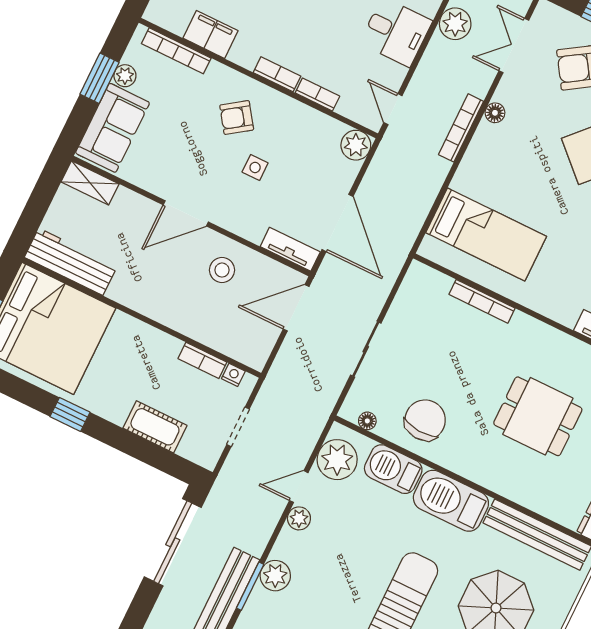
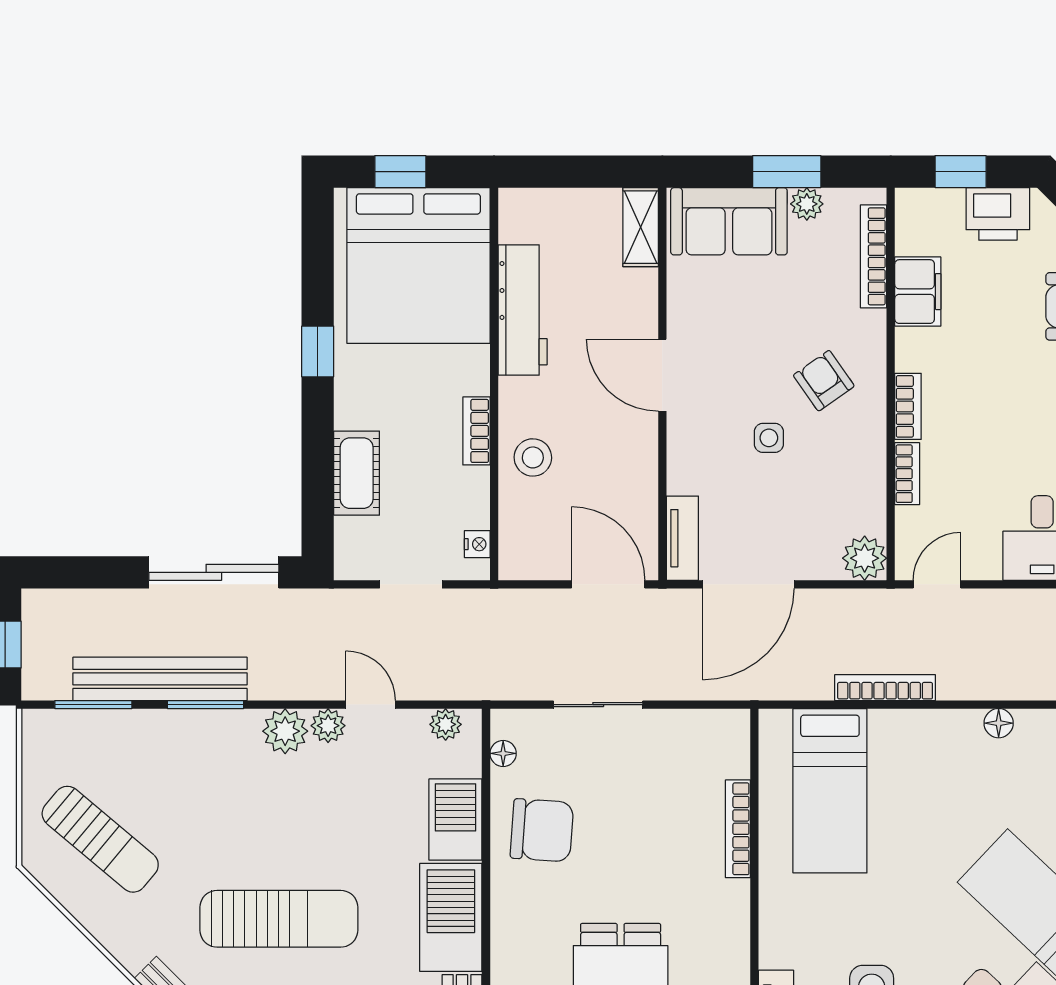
bookcase: (461, 128) -> (885, 688), moved
workbench: (71, 262) -> (523, 310), moved
stool: (222, 270) -> (533, 457), moved
bookcase: (202, 360) -> (476, 431), moved
plant: (337, 460) -> (446, 724), width x0.53, depth x0.53
plant: (275, 576) -> (285, 731), moved

